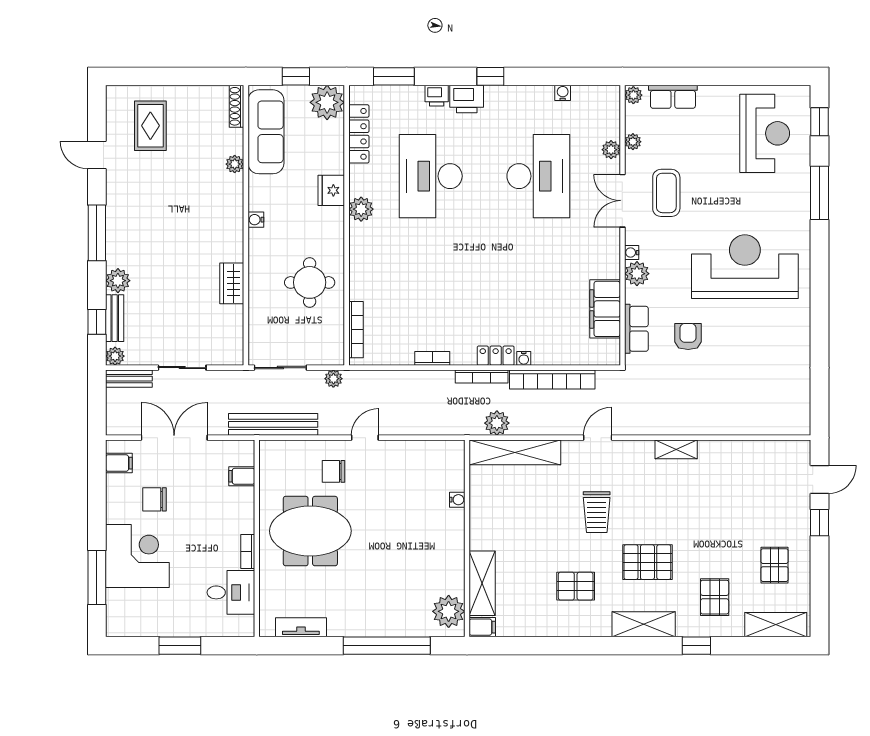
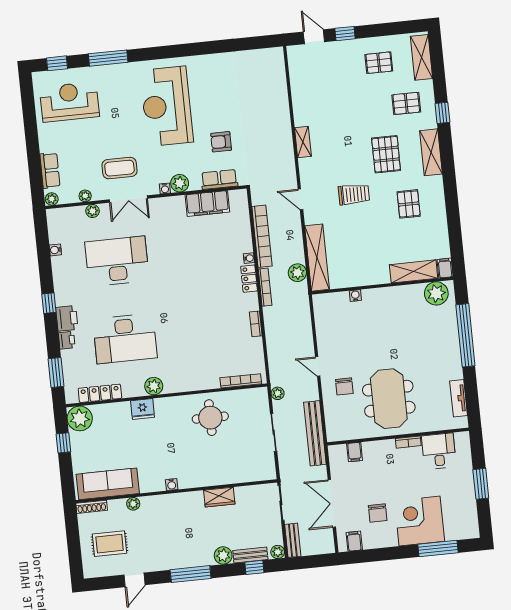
shoe rack: (236, 106) -> (92, 507), moved
sofa: (266, 132) -> (108, 484), moved
plant: (235, 164) -> (133, 504), moved
water cooler: (256, 220) -> (172, 485), moved
wall: (246, 225) -> (176, 491), moved
wardrobe: (232, 283) -> (219, 497), moved

